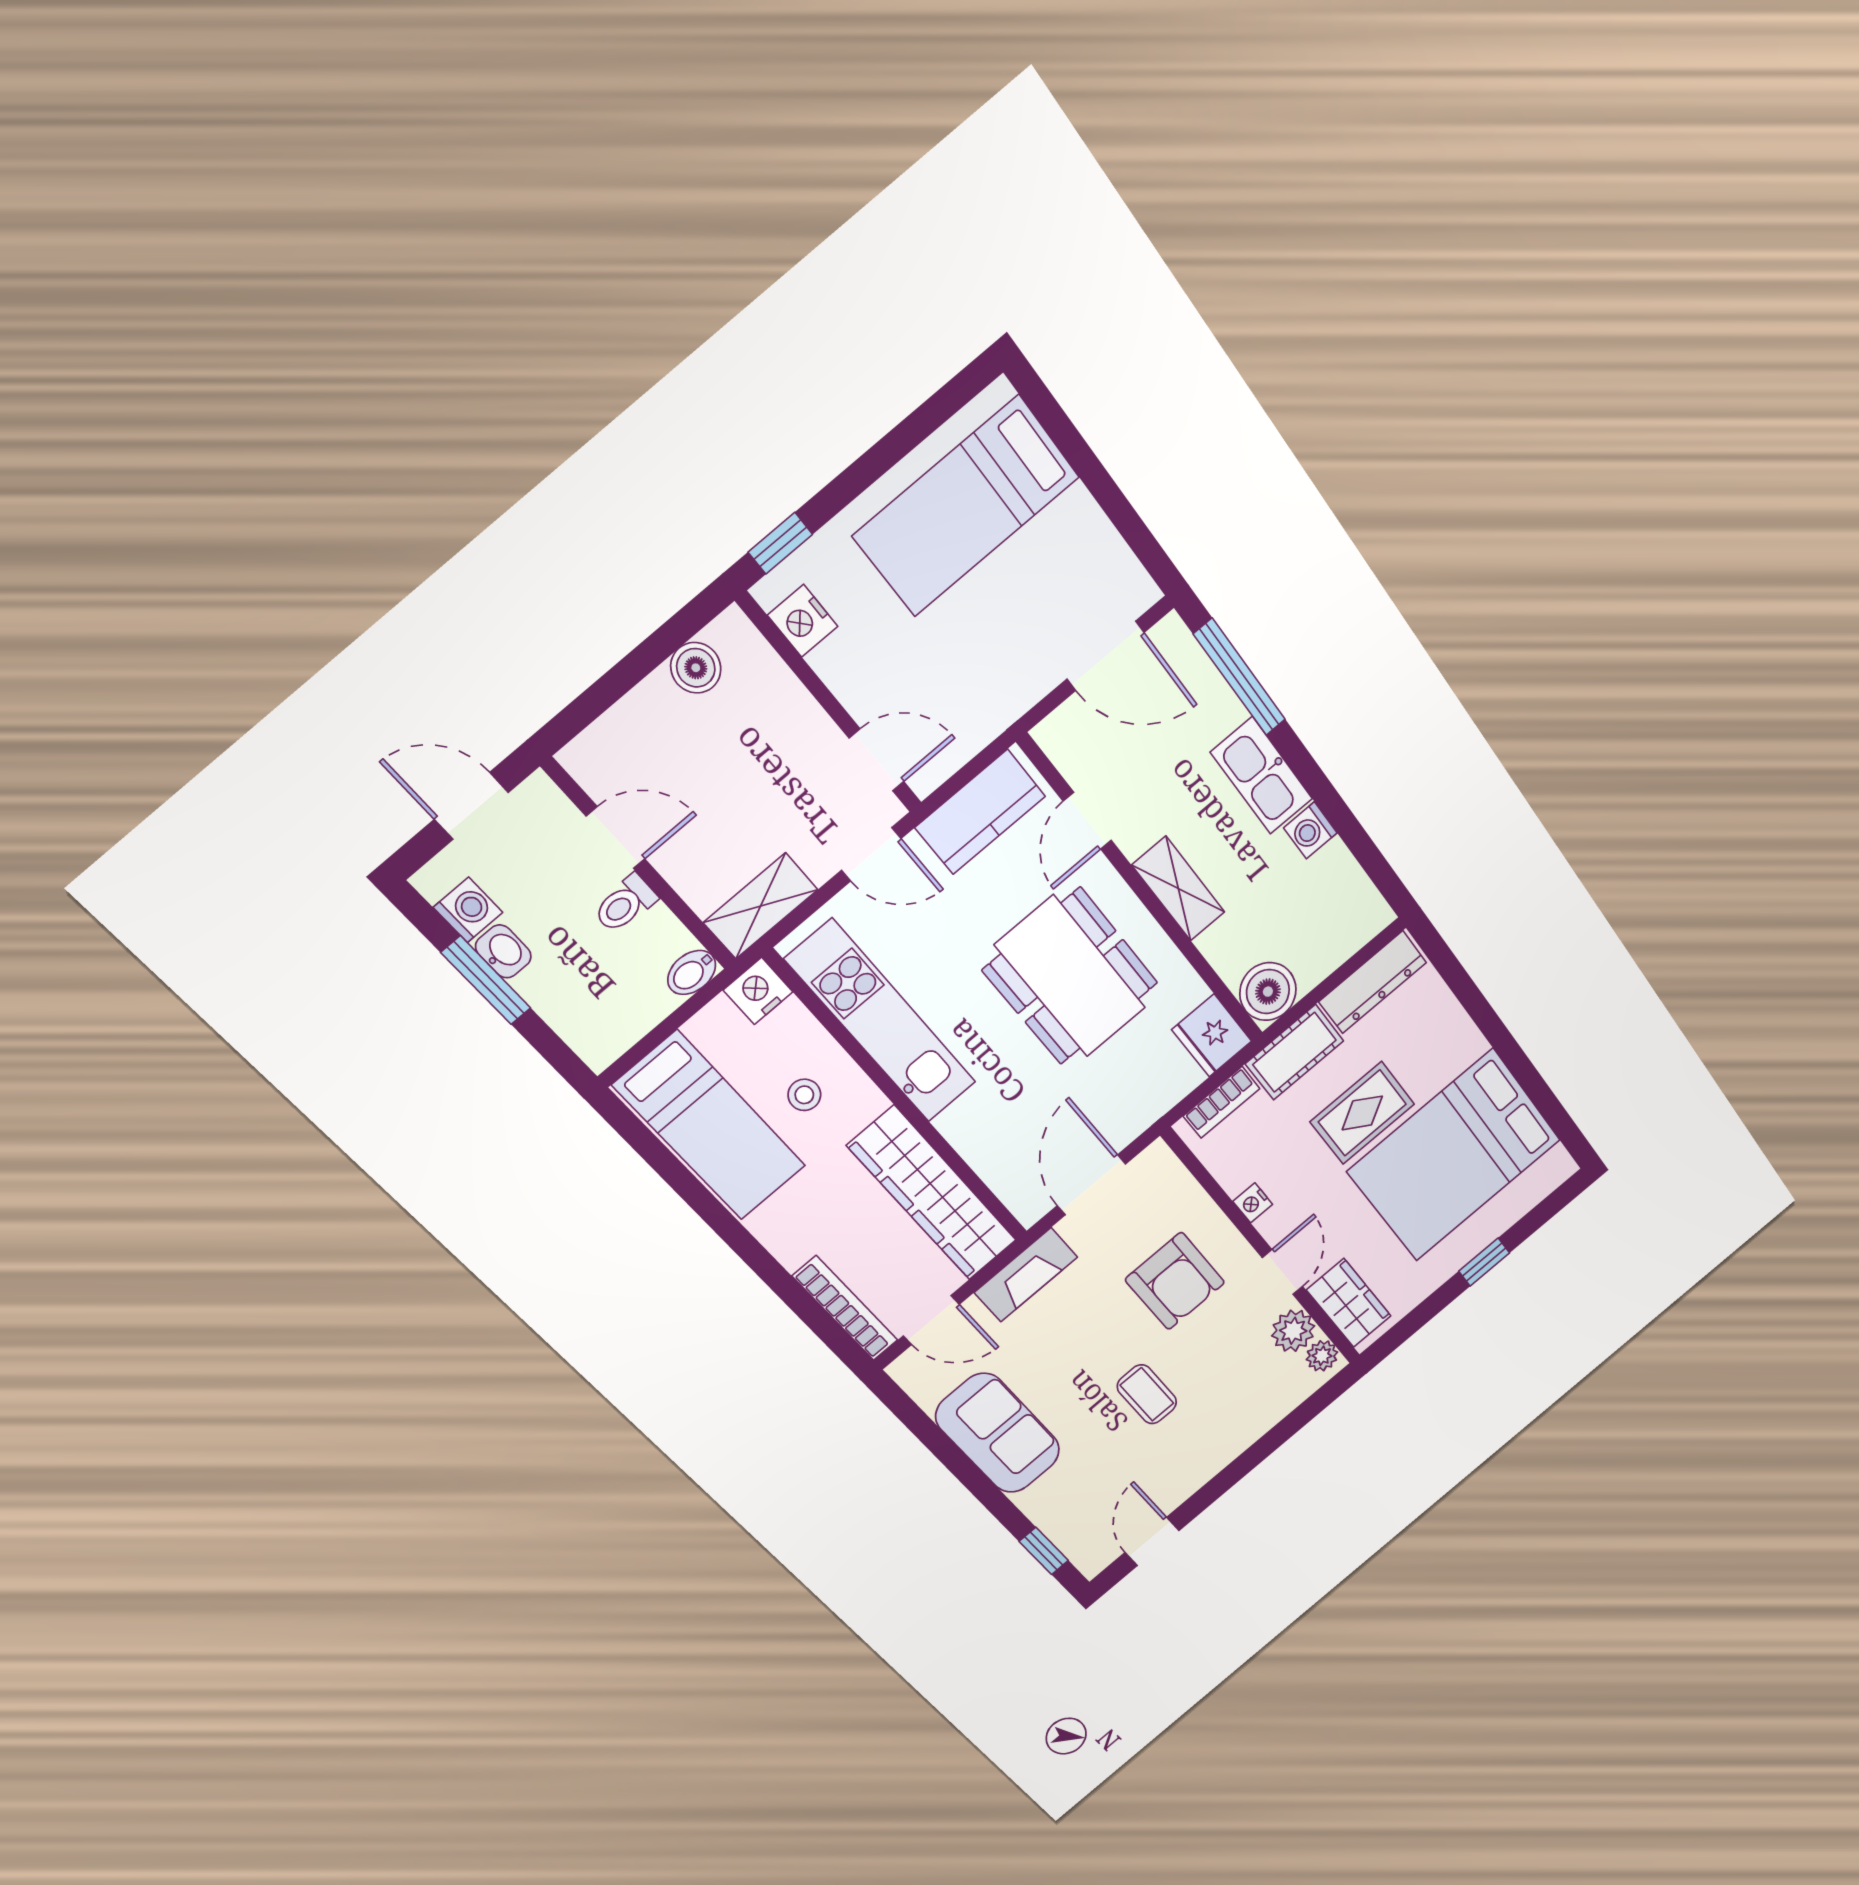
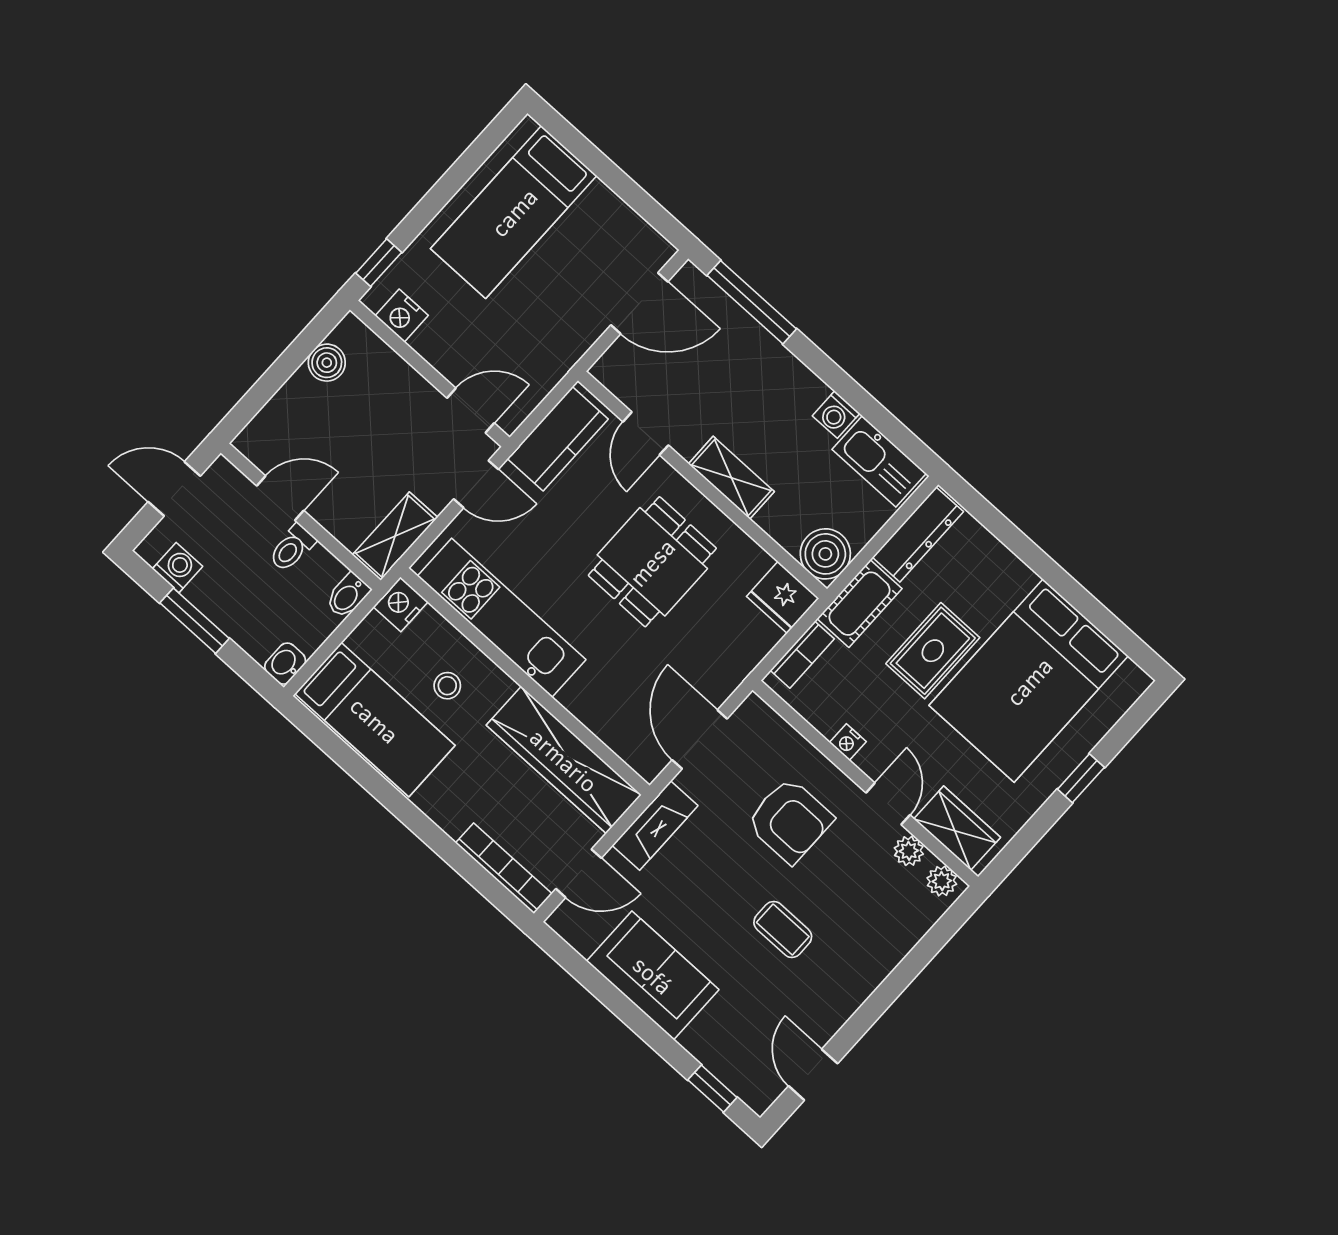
kitchen sink: (1262, 776) -> (879, 461), moved
washbasin: (503, 951) -> (285, 664), moved, turned -90
dining table: (1070, 976) -> (652, 562), width x0.73
plant: (1293, 1331) -> (909, 851), width x0.73, depth x0.73

